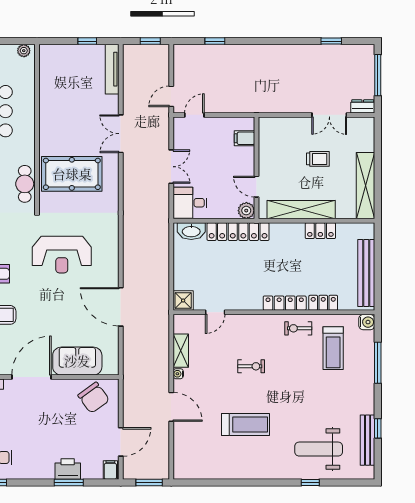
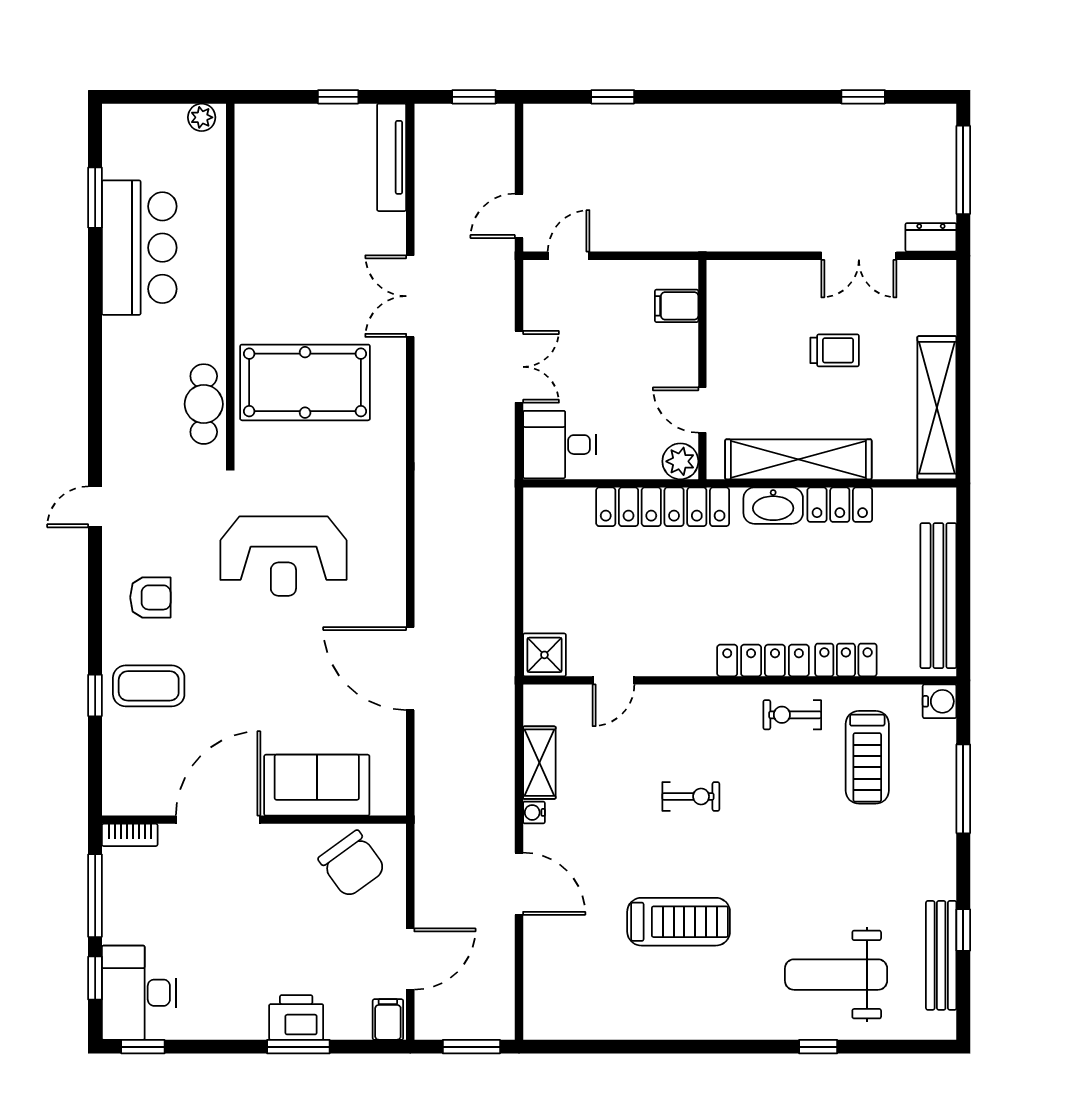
washbasin: (191, 231) -> (773, 506), moved

